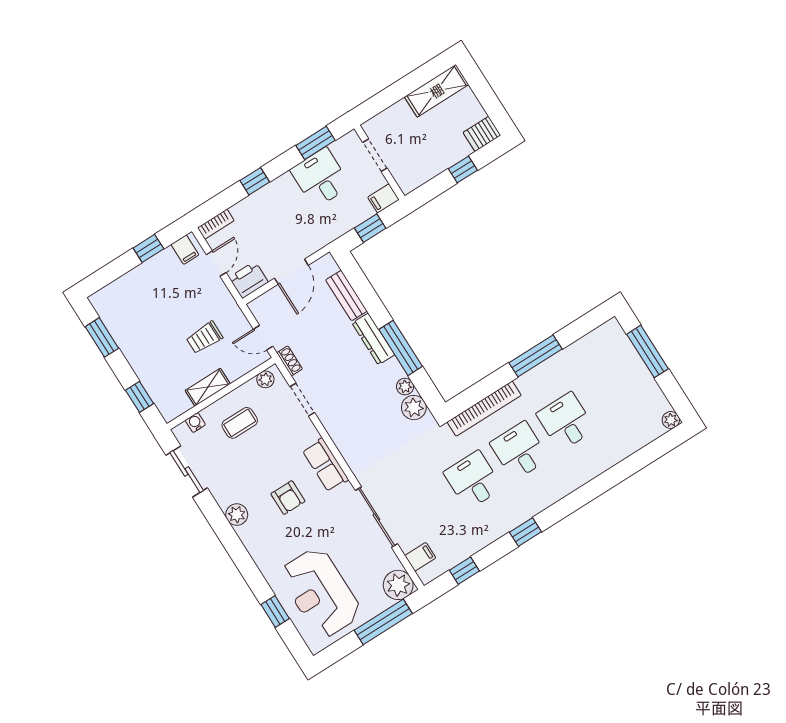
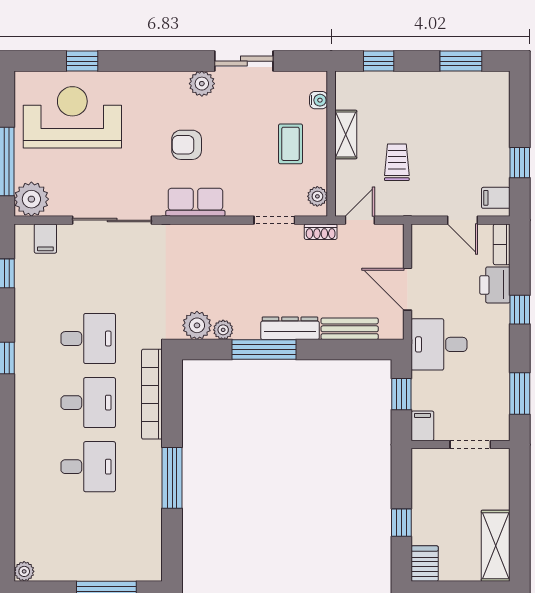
desk: (320, 178) -> (439, 344), moved, turned 180
printer: (249, 280) -> (495, 285), moved, turned 180
sliding door: (187, 471) -> (244, 61), moved

